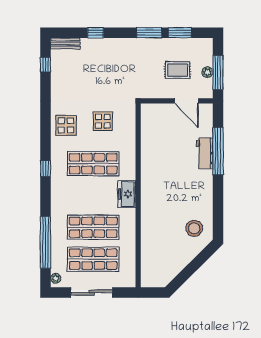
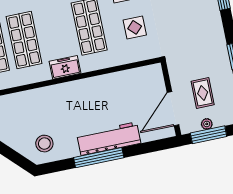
door: (186, 101) -> (173, 109), width x1.36
window: (218, 151) -> (99, 158), moved
workbench: (205, 153) -> (109, 139), width x1.88, depth x1.32

